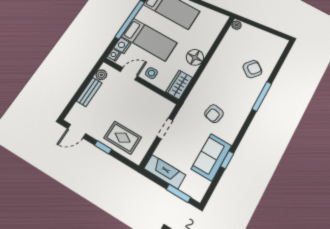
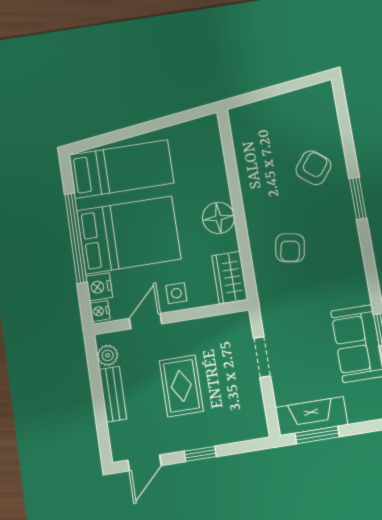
plant: (236, 25) -> (238, 117), removed
bed: (149, 40) -> (129, 235), width x1.50
window: (262, 96) -> (358, 198), width x0.69
armchair: (214, 114) -> (290, 248), moved
rug: (123, 138) -> (181, 386), moved, turned 90
window: (178, 193) -> (317, 435), moved

